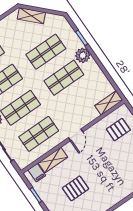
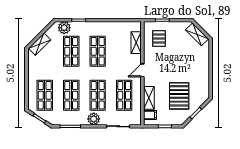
plant: (83, 55) -> (64, 28), moved
shelving: (109, 103) -> (136, 43), moved
door: (76, 135) -> (142, 70), swing flipped
pallet: (76, 188) -> (179, 96), width x1.50, depth x1.42

